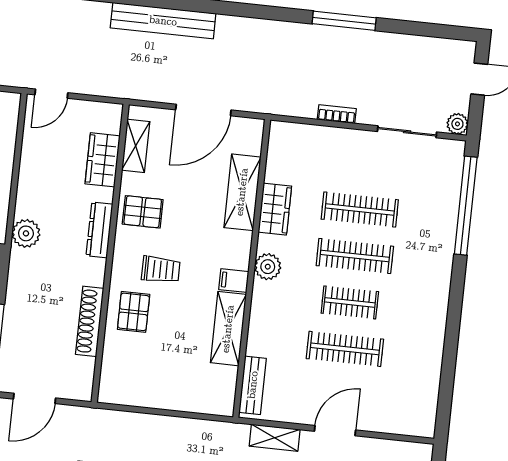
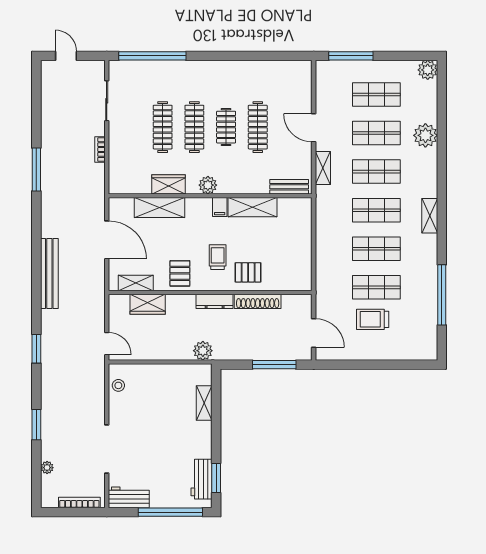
window: (344, 21) -> (36, 169), moved
plant: (457, 124) -> (98, 67), removed
dresser: (99, 230) -> (215, 301), moved

